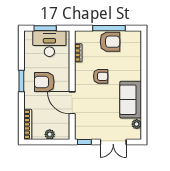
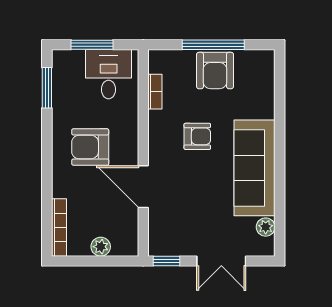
armchair: (110, 42) -> (215, 71), turned 90
desk: (49, 44) -> (109, 74), width x0.73
window: (21, 81) -> (47, 88), moved
sofa: (131, 100) -> (254, 168), width x1.36

